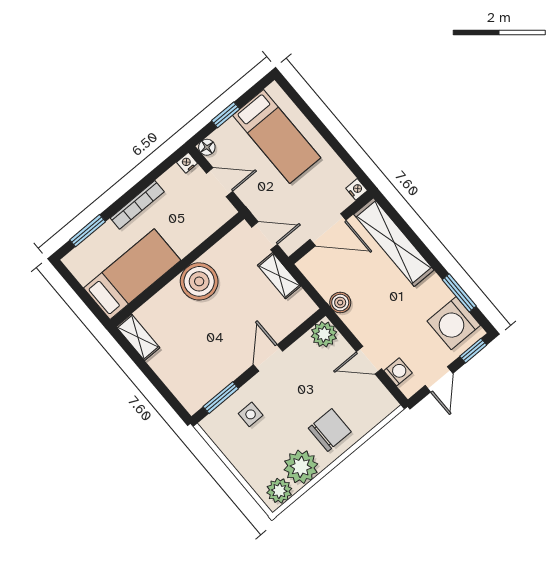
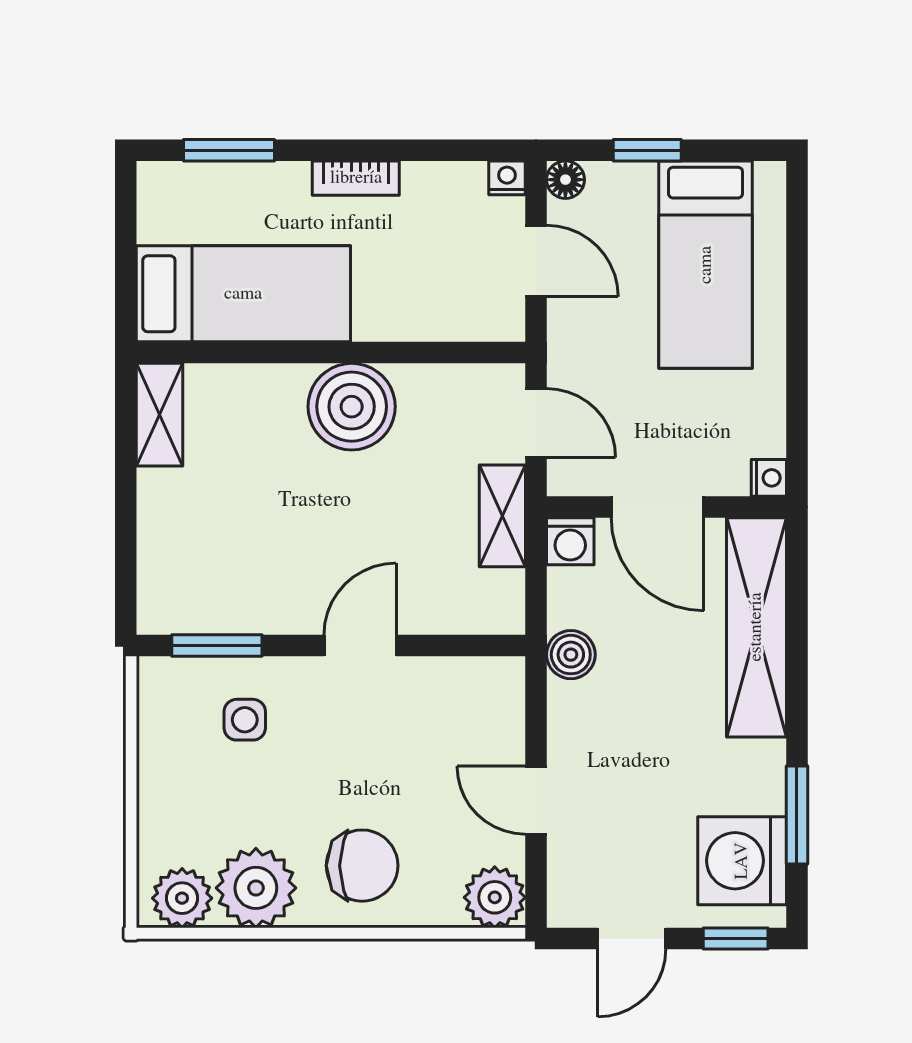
bookcase: (137, 205) -> (356, 178), width x0.64
plant: (324, 334) -> (495, 897), moved
washing machine: (398, 372) -> (570, 541), moved, turned 90

